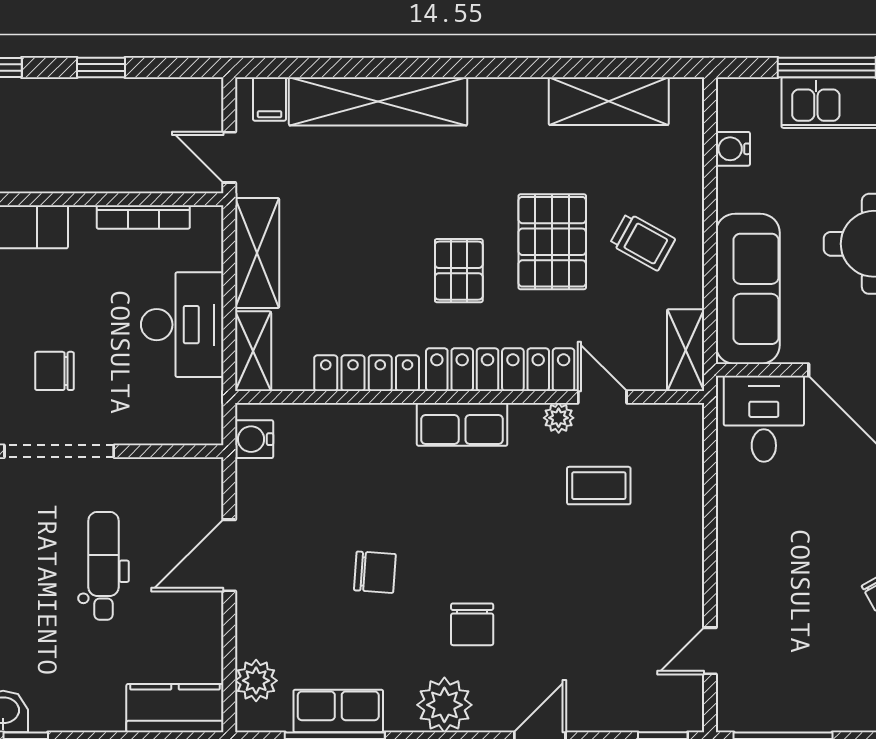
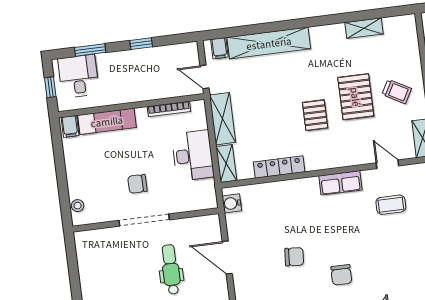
shelving: (609, 101) -> (364, 28), width x0.67, depth x0.75
locker: (500, 370) -> (340, 158), removed
plant: (559, 418) -> (369, 176), removed
row of seats: (462, 424) -> (340, 183), moved
door: (229, 555) -> (227, 257), hinge flipped

